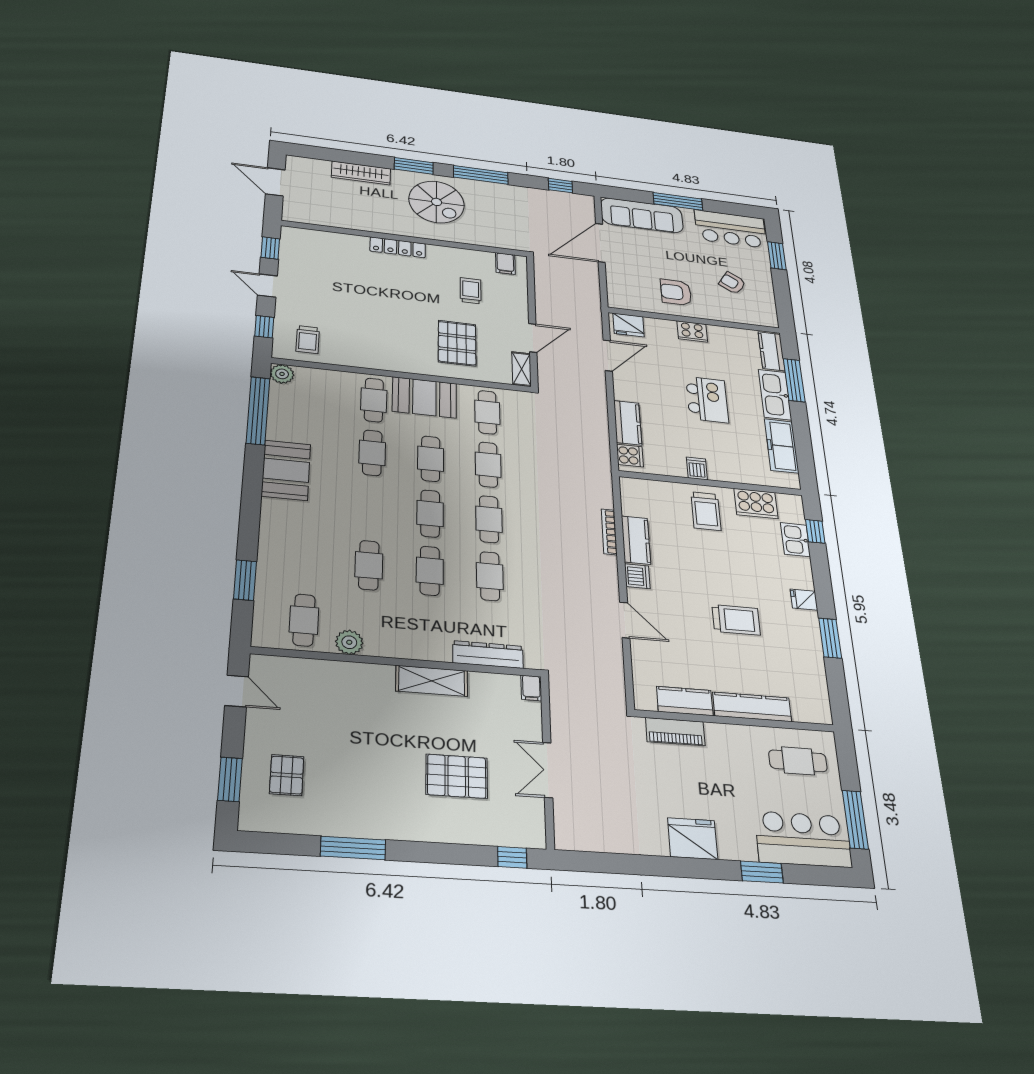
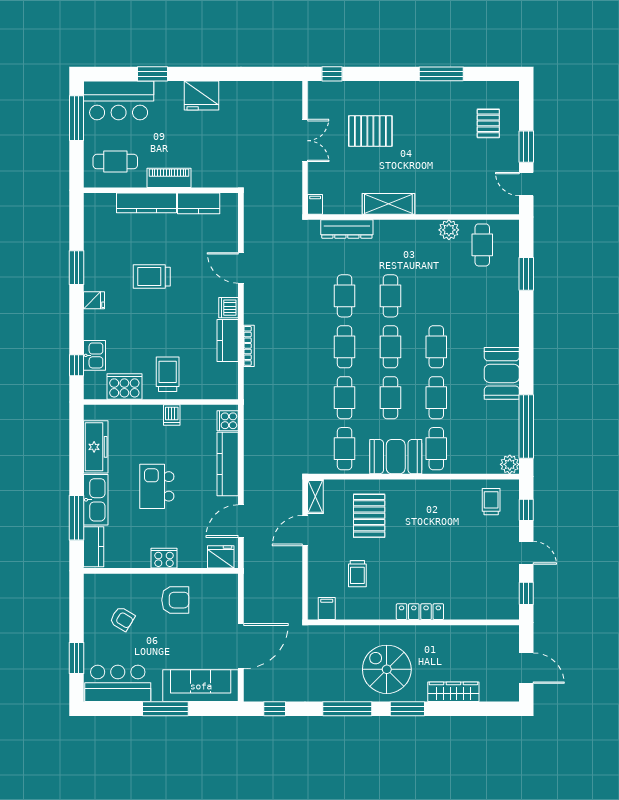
kitchen counter: (628, 423) -> (228, 464), width x1.50
cafe table: (369, 565) -> (436, 347), moved
piano: (675, 732) -> (169, 178), moved
window: (230, 779) -> (526, 147), moved

